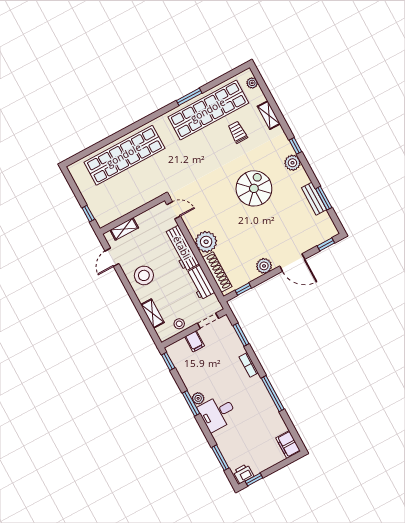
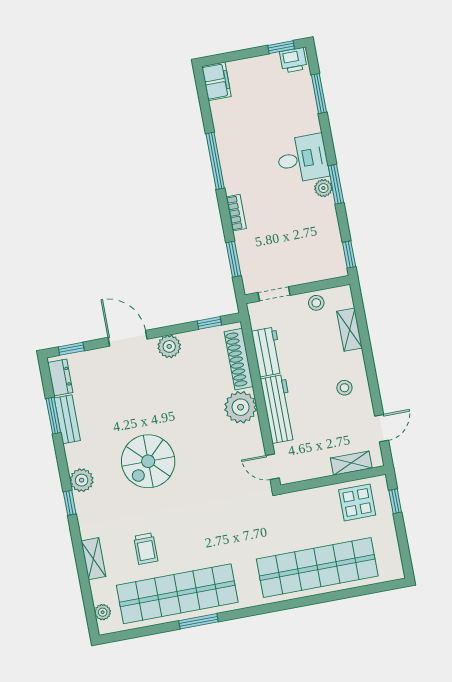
display table: (112, 205) -> (357, 502), added
dresser: (327, 224) -> (60, 378), added
stool: (144, 275) -> (344, 388), width x0.53, depth x0.53
filing cabinet: (195, 341) -> (302, 271), removed

